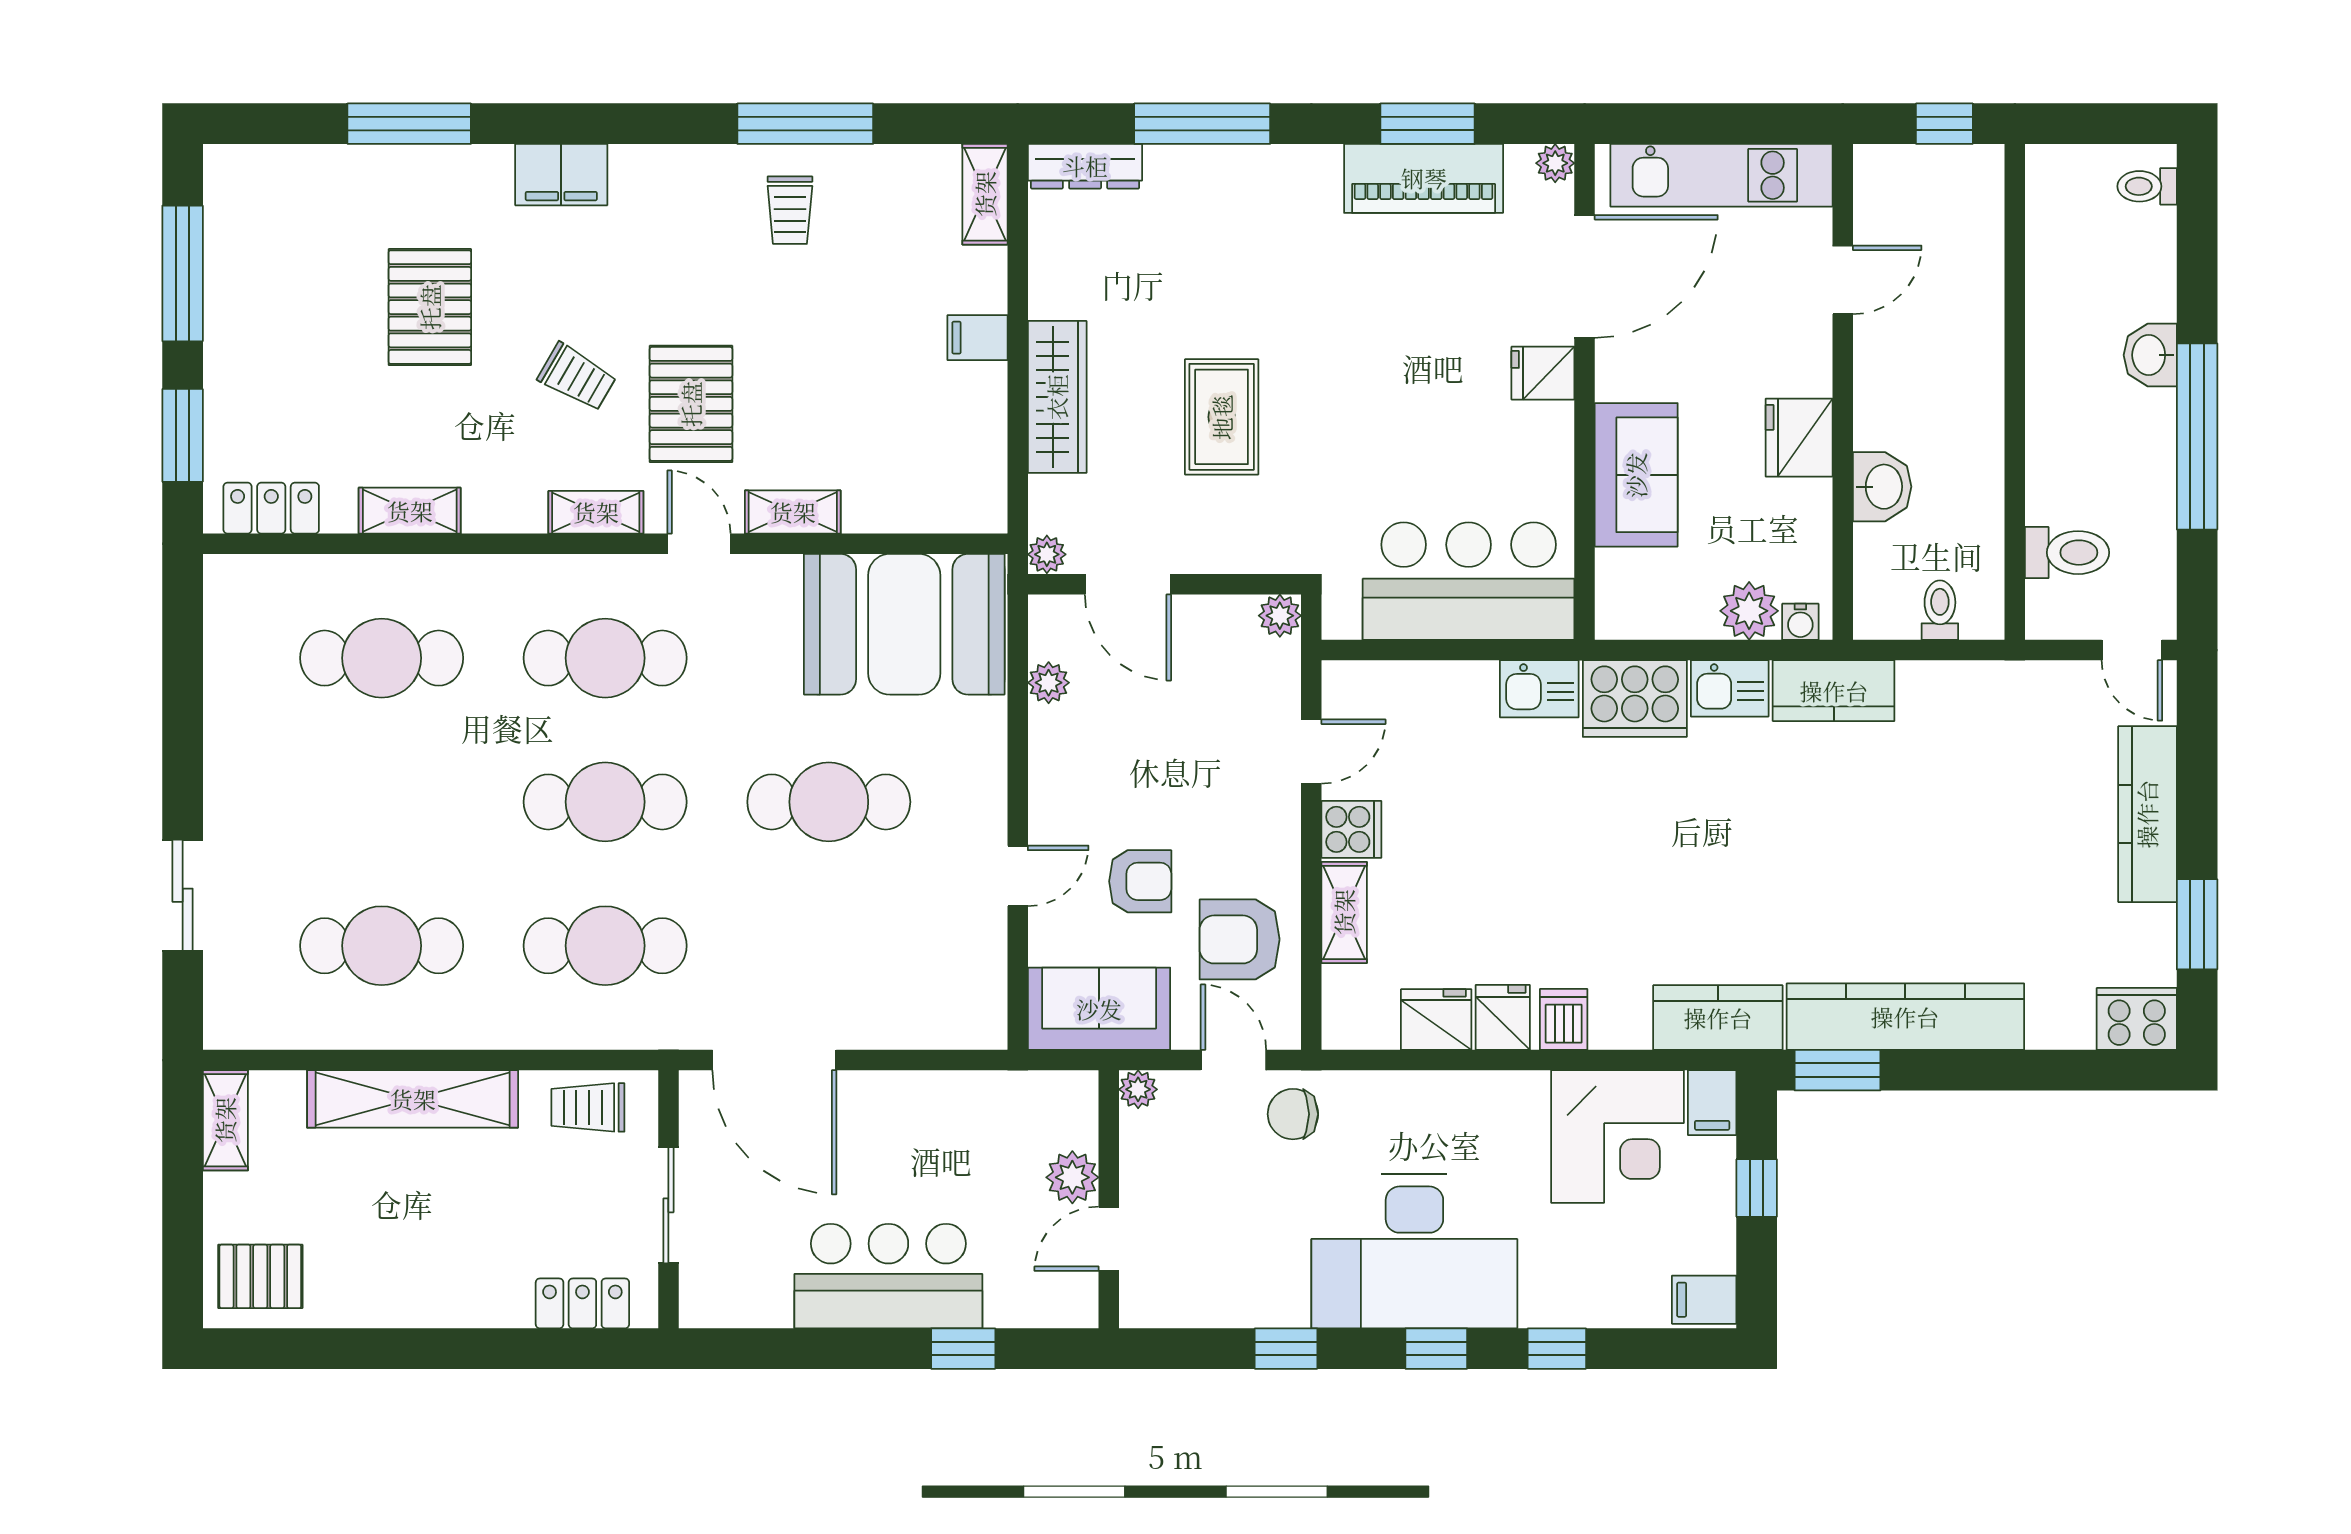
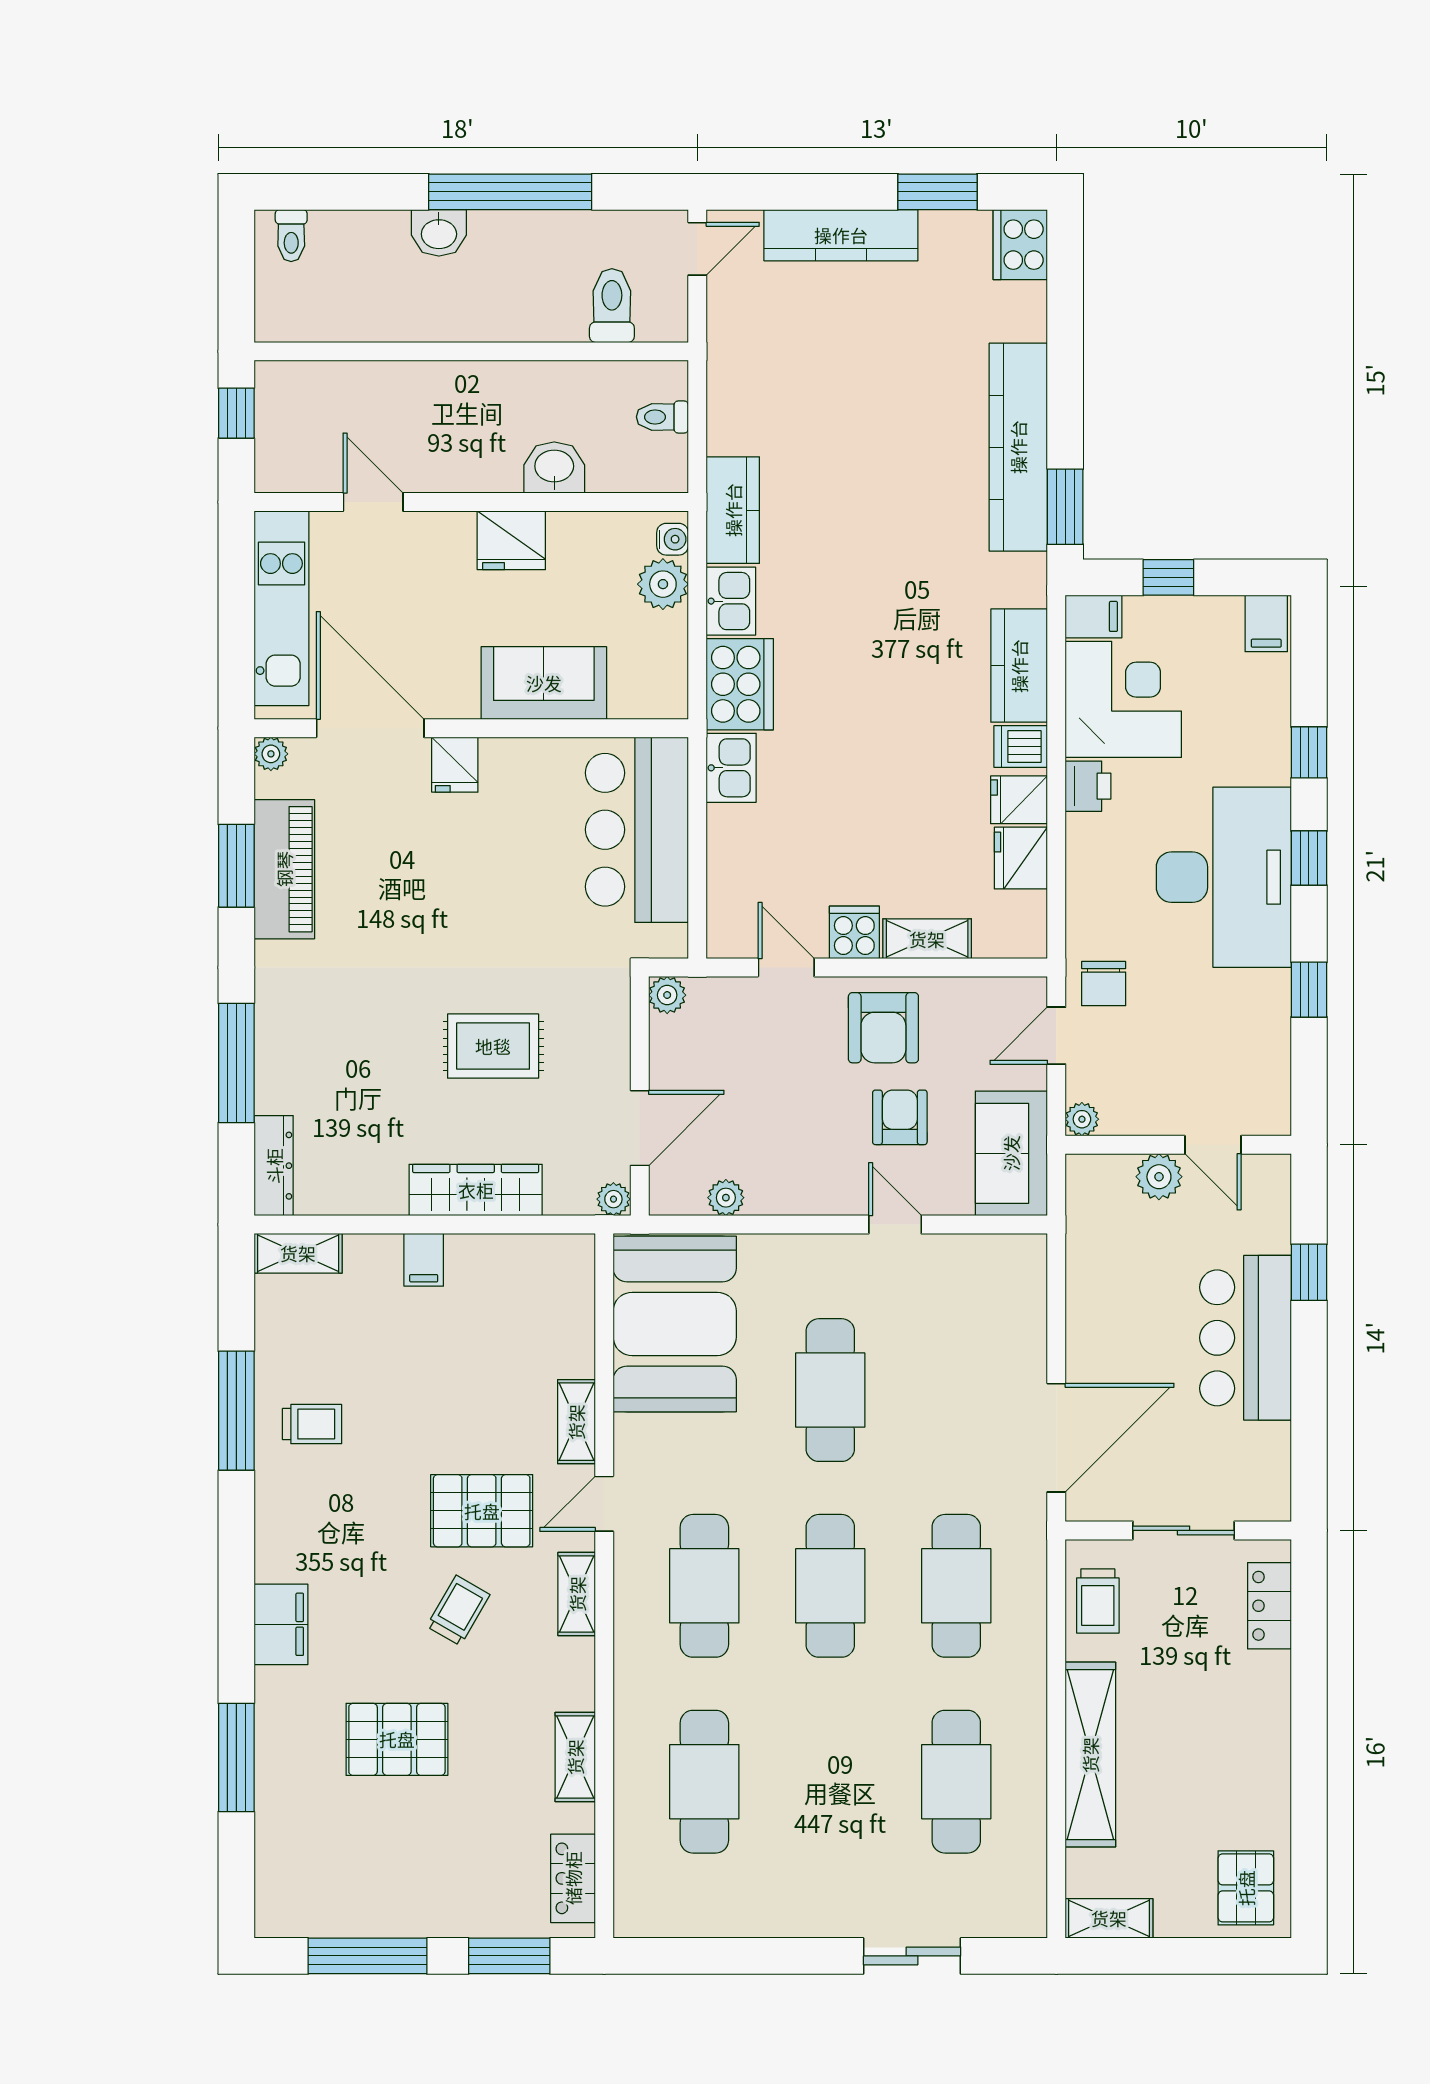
armchair: (1240, 939) -> (883, 1028), moved
kitchen counter: (1718, 1018) -> (1019, 666), moved
printer: (1518, 1096) -> (1088, 786), added

